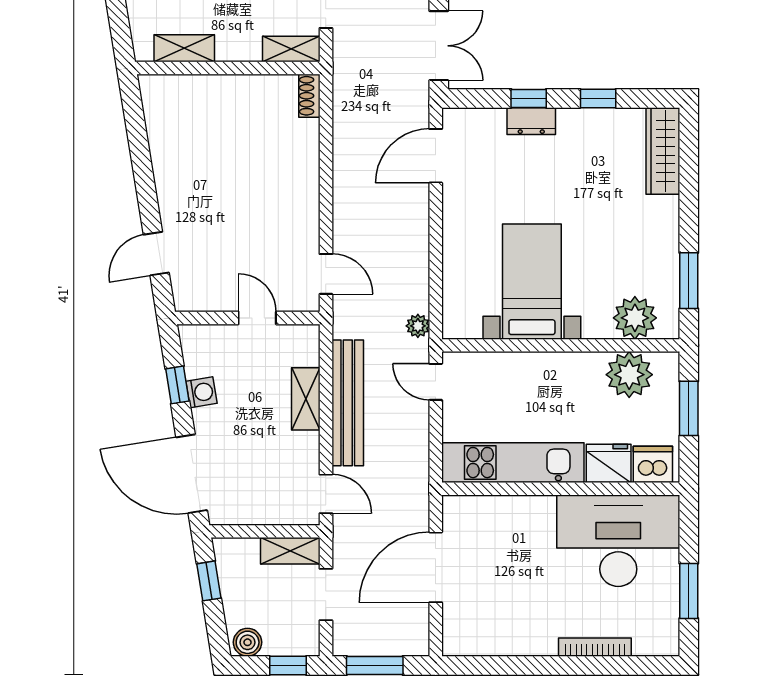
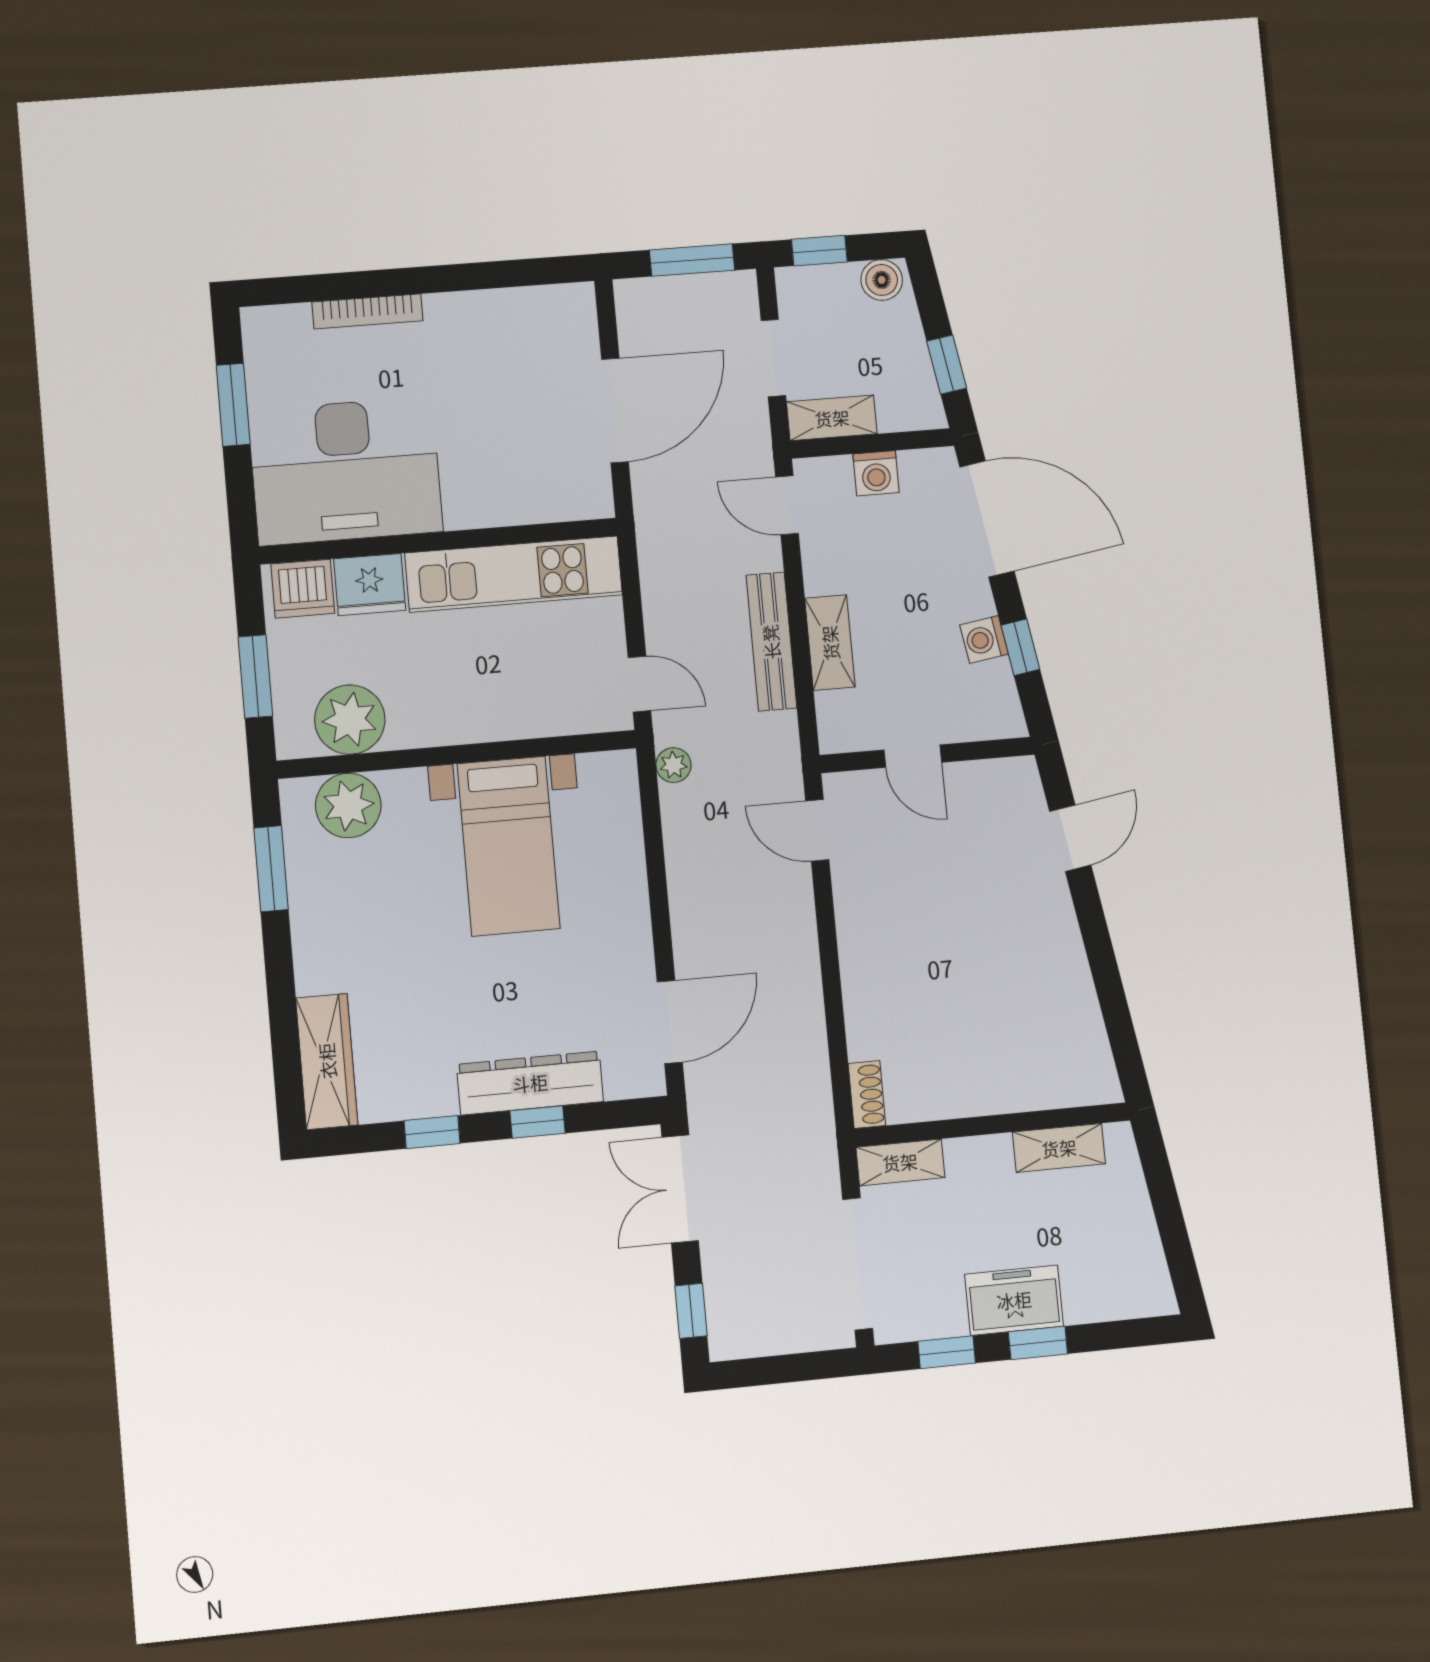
dresser: (531, 121) -> (530, 1083), width x1.96, depth x1.24
bench: (348, 403) -> (771, 642), width x0.73, depth x0.82
washing machine: (264, 511) -> (876, 473), added

